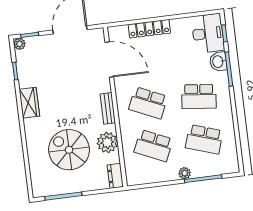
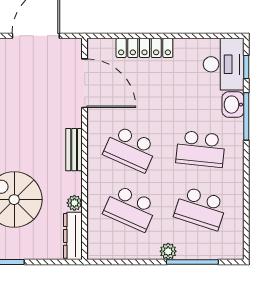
plant: (107, 142) -> (74, 203), width x0.53, depth x0.53
dresser: (115, 176) -> (73, 236), width x1.44

